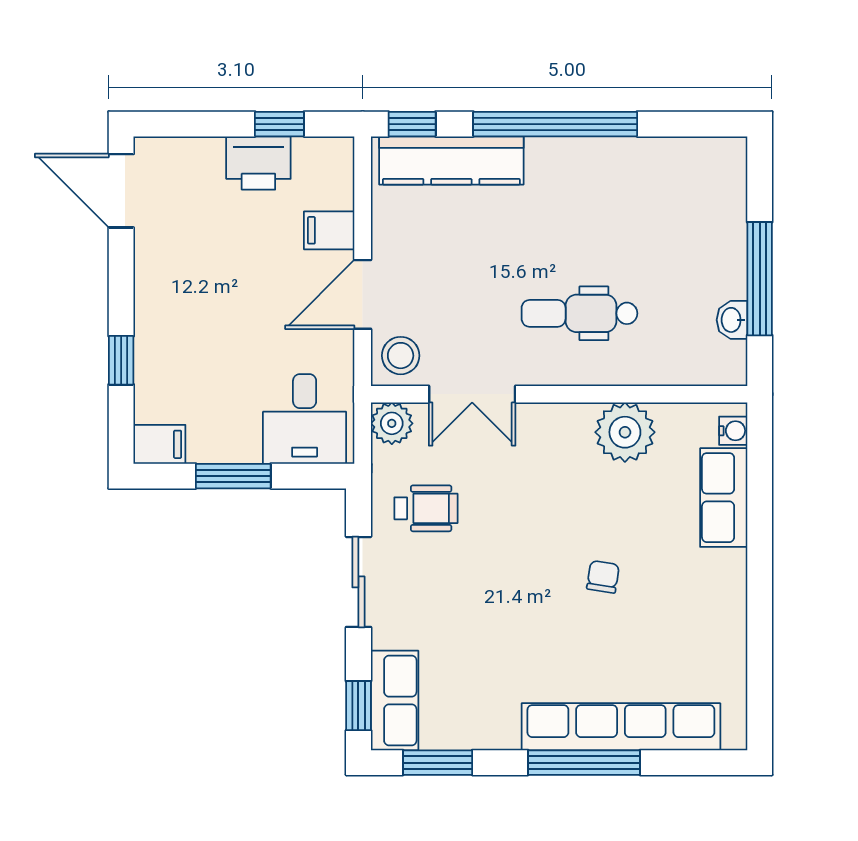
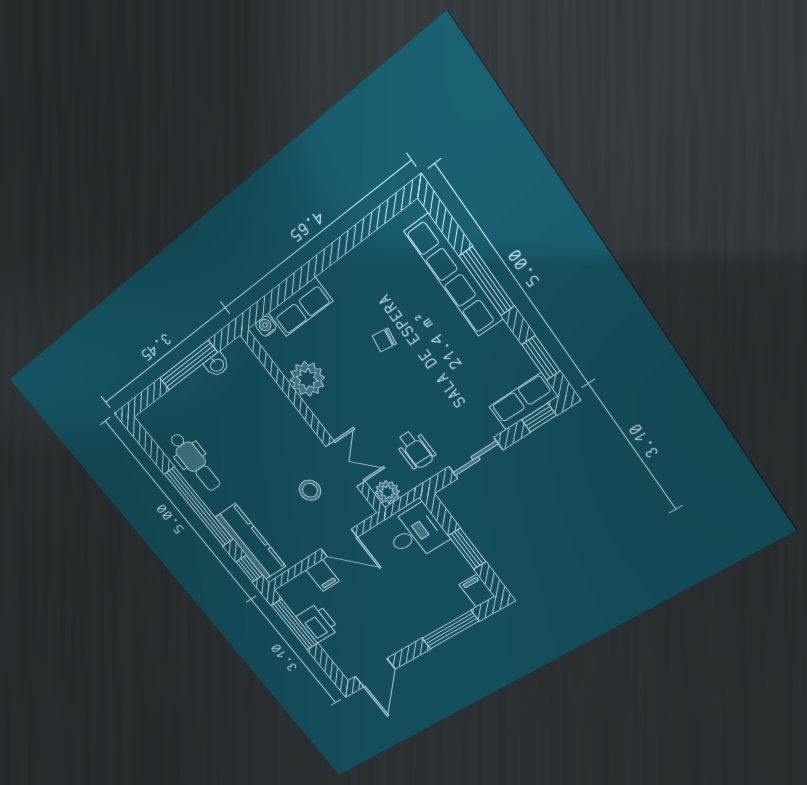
window: (279, 124) -> (294, 624), width x2.17
dental chair: (579, 313) -> (195, 462), moved
stool: (401, 356) -> (310, 490), moved
window: (121, 360) -> (450, 630), width x2.17
wheelchair: (426, 508) -> (415, 450), turned 180

